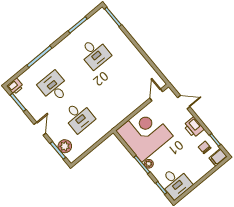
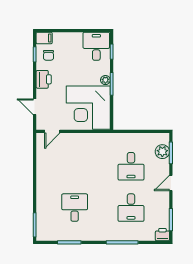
desk: (79, 117) -> (131, 166), turned 180

